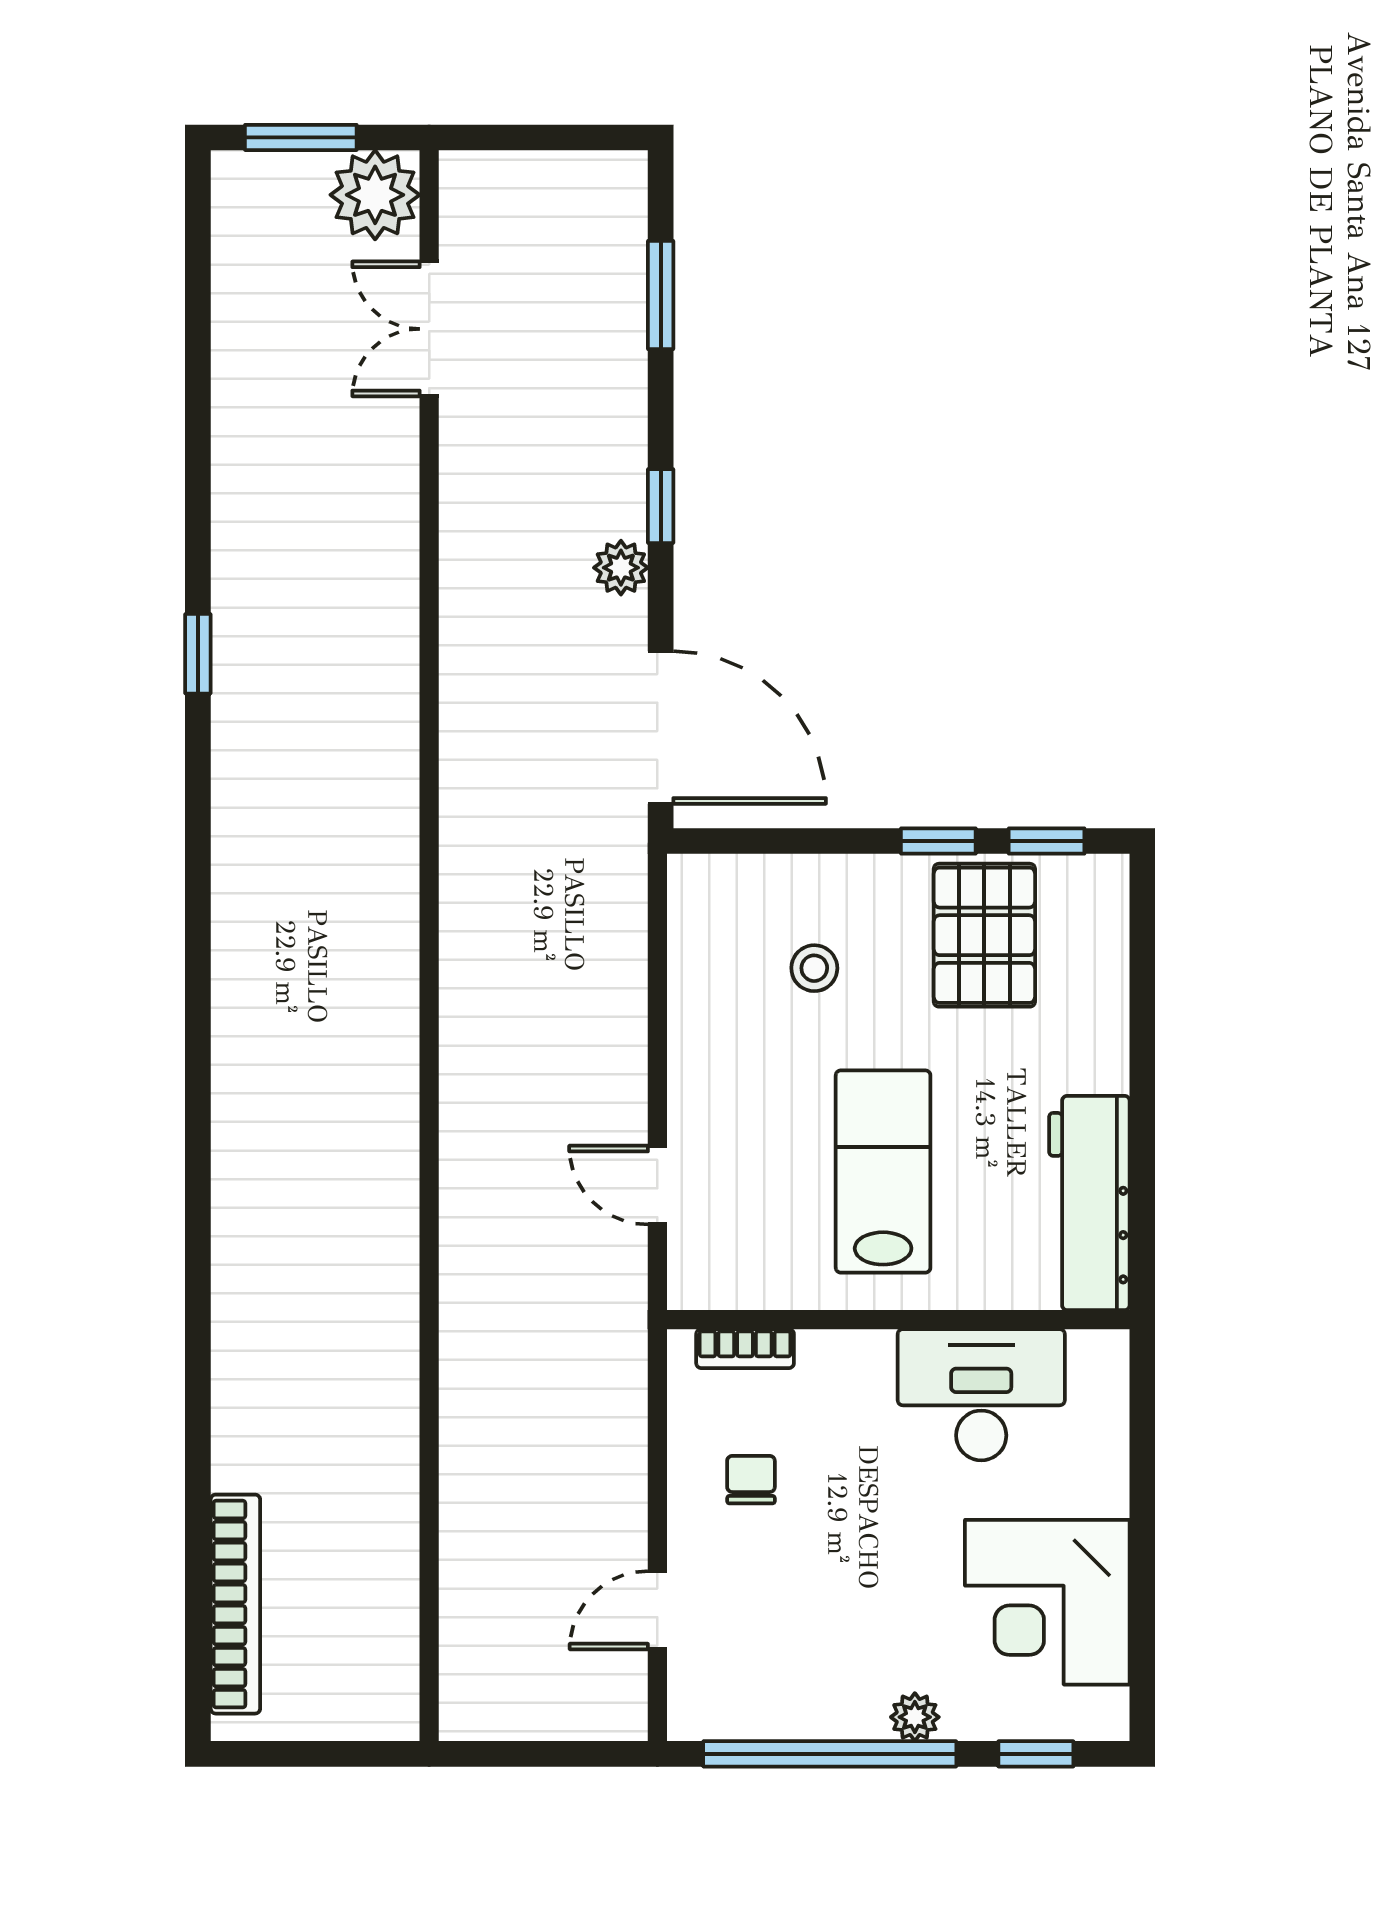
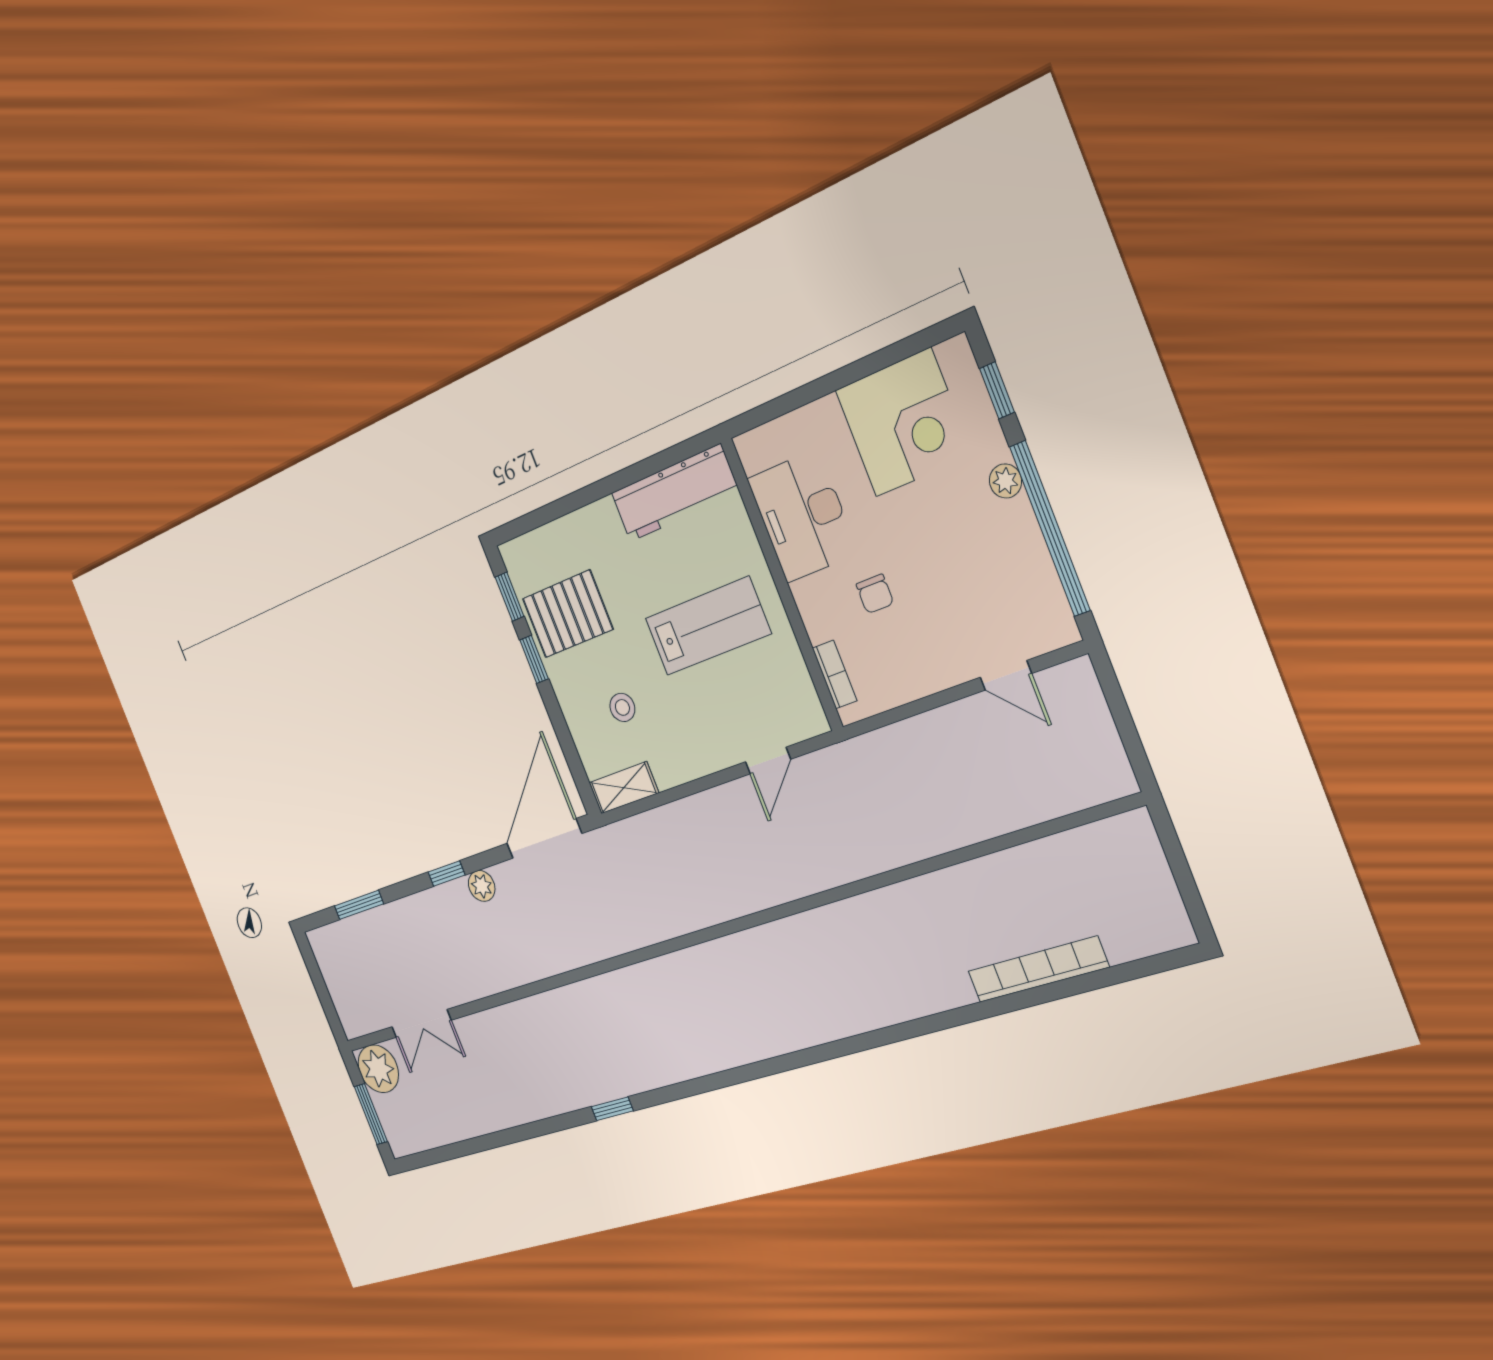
shelving: (694, 914) -> (624, 788), added
lab bench: (883, 1172) -> (708, 626), turned 180
chair: (751, 1480) -> (875, 594), moved, turned -90
bookcase: (235, 1604) -> (1038, 969), moved

